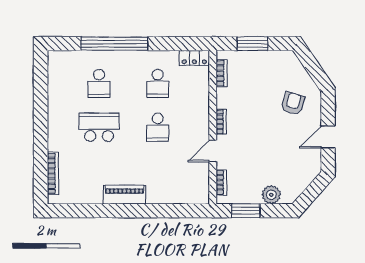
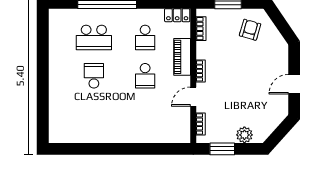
school desk: (99, 83) -> (94, 37), width x1.85
armchair: (293, 103) -> (250, 30), moved
school desk: (99, 127) -> (94, 76), width x0.54
bookcase: (53, 173) -> (53, 116), removed
piano: (124, 195) -> (182, 57), moved, turned -90

